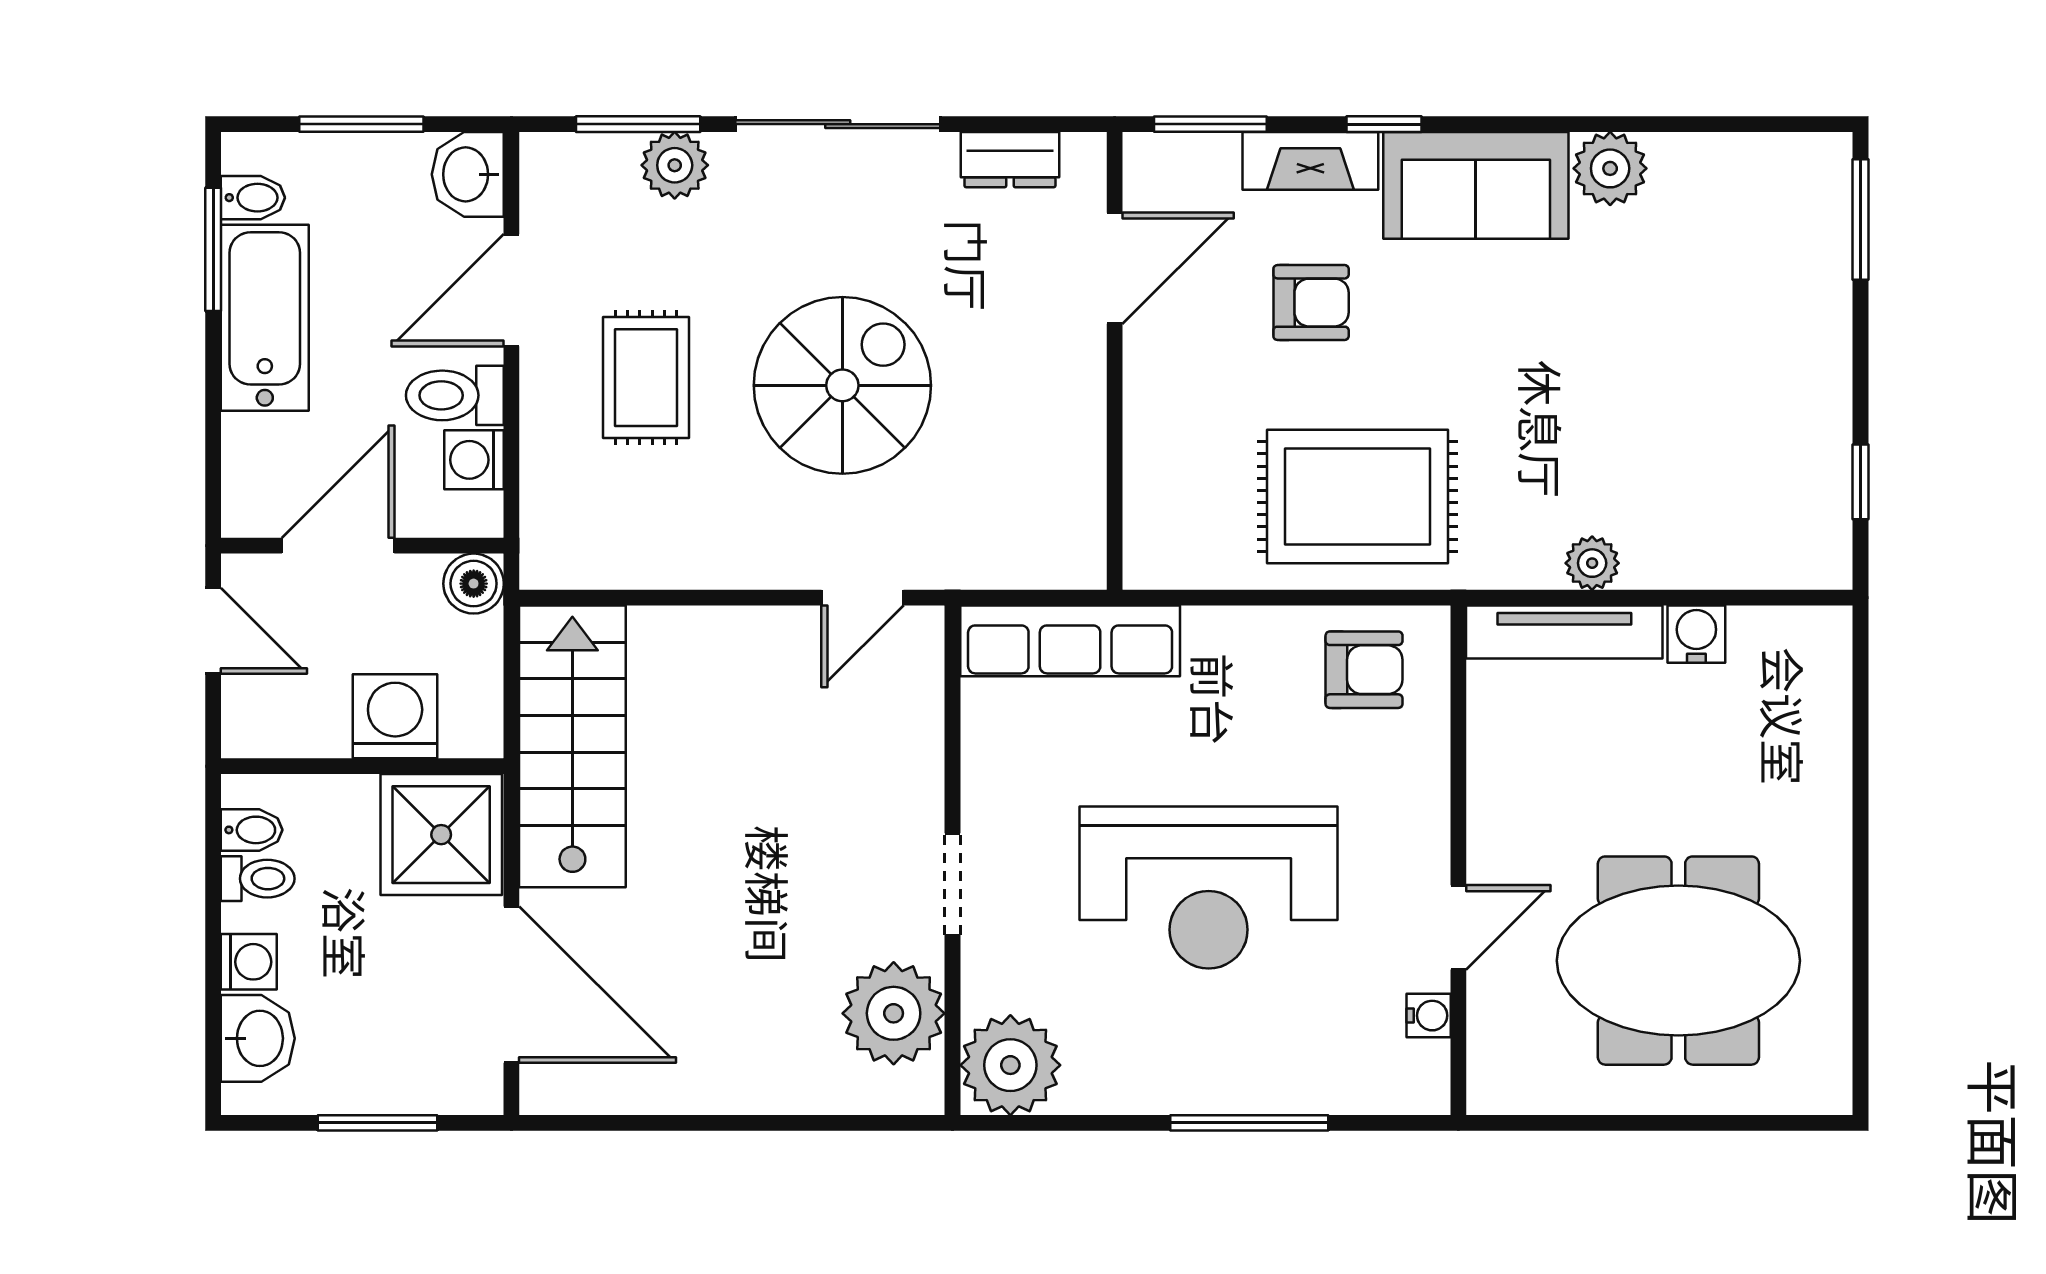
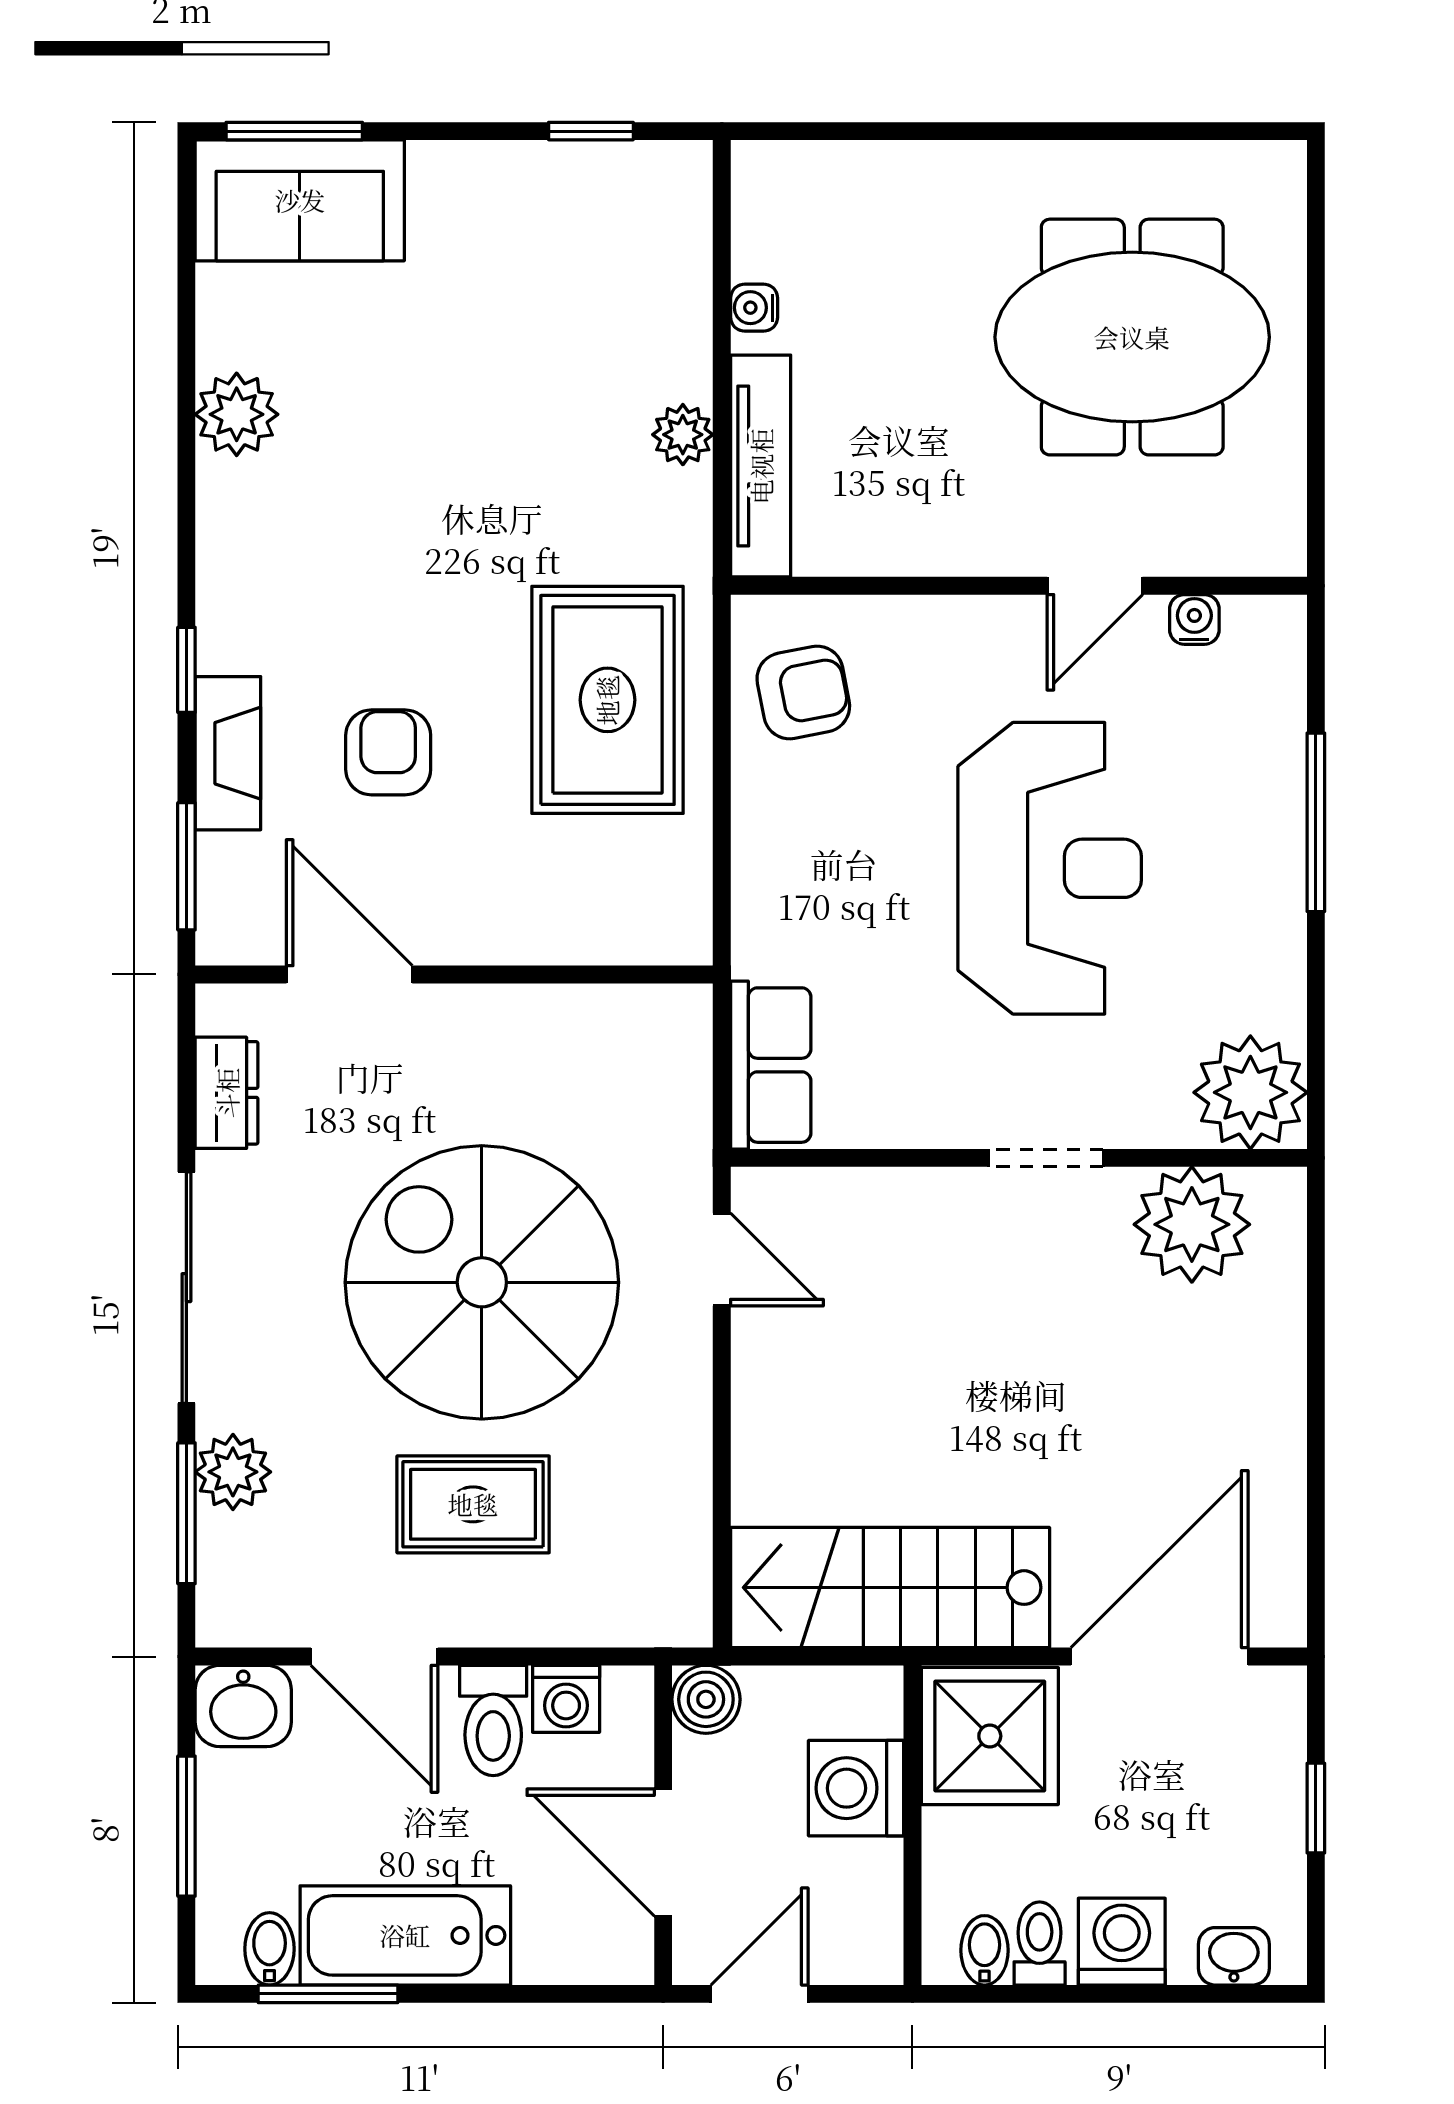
sofa: (1476, 185) -> (300, 200), moved, turned 90
spiral stairs: (842, 385) -> (482, 1282), width x1.37, depth x1.37
water cooler: (1696, 634) -> (754, 308), width x0.72, depth x0.72
row of seats: (1070, 641) -> (771, 1065), width x0.68
armchair: (1364, 670) -> (803, 692), turned 79
door: (1458, 927) -> (1095, 586), swing flipped
meeting table: (1678, 961) -> (1132, 337), turned 90
washing machine: (249, 962) -> (1122, 1942), width x1.38, depth x1.38
washbasin: (258, 1038) -> (1234, 1956), width x0.72, depth x0.69
window: (377, 1123) -> (1316, 1808), width x0.67

